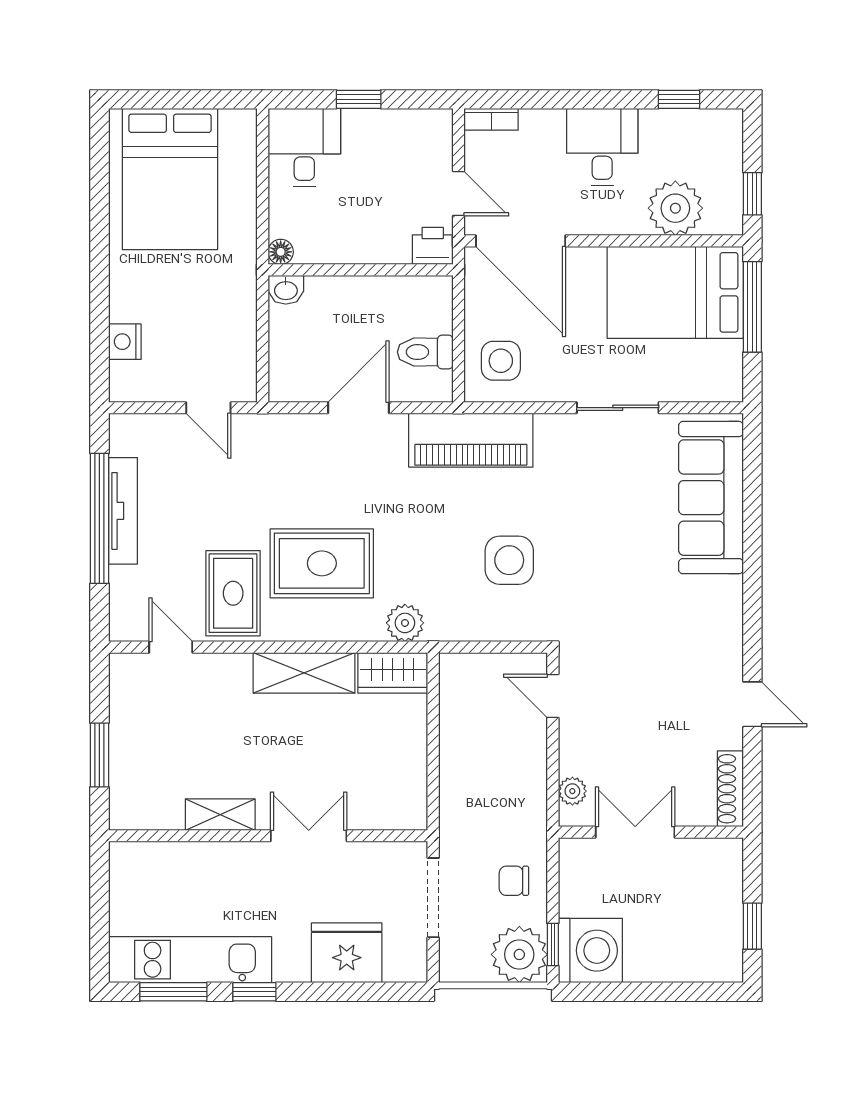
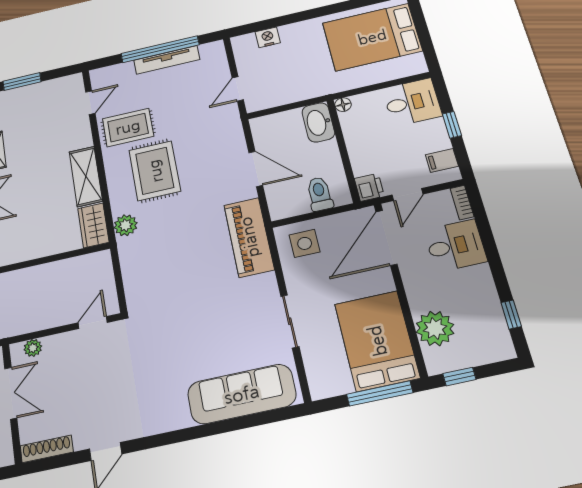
filing cabinet: (415, 130) -> (442, 160), added
desk: (602, 147) -> (455, 246), moved
washbasin: (286, 290) -> (318, 122), width x1.91, depth x1.45
toilet: (425, 352) -> (320, 194), moved
side table: (509, 560) -> (176, 277), removed

